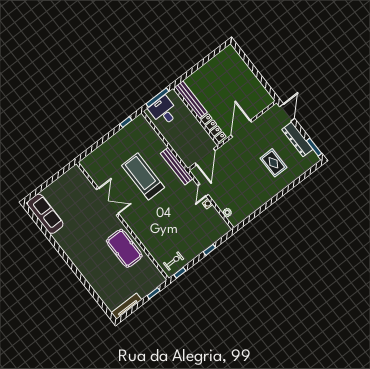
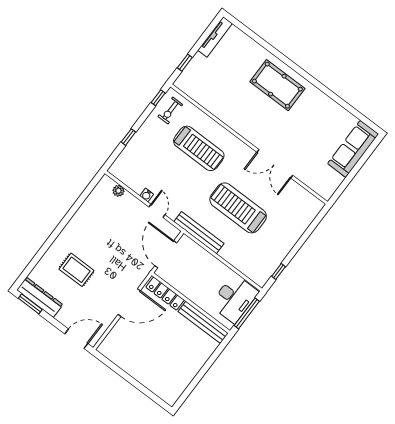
desk: (164, 111) -> (234, 298), width x1.37
door: (287, 112) -> (76, 339), swing flipped
door: (241, 129) -> (129, 303), hinge flipped
dresser: (297, 139) -> (40, 297), moved
treadmill: (143, 176) -> (238, 208), turned 180
sofa: (45, 214) -> (353, 149), moved, turned 90
treadmill: (160, 228) -> (199, 148), added
pool table: (124, 248) -> (277, 85), moved

